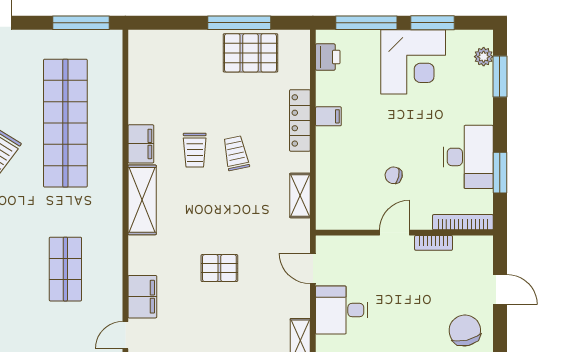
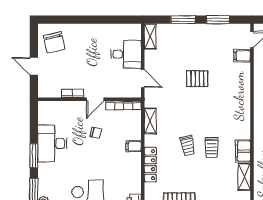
filing cabinet: (328, 116) -> (134, 146), moved
trolley: (195, 150) -> (212, 147), turned 180
window: (500, 173) -> (34, 156), moved
shelving: (142, 200) -> (244, 177), moved, width x0.67, depth x0.75
bookcase: (463, 222) -> (124, 105), moved
filing cabinet: (142, 297) -> (242, 56), width x0.50

